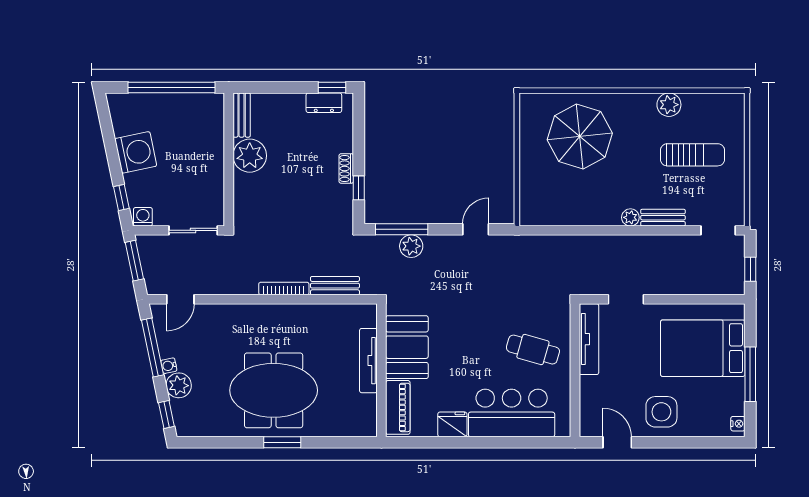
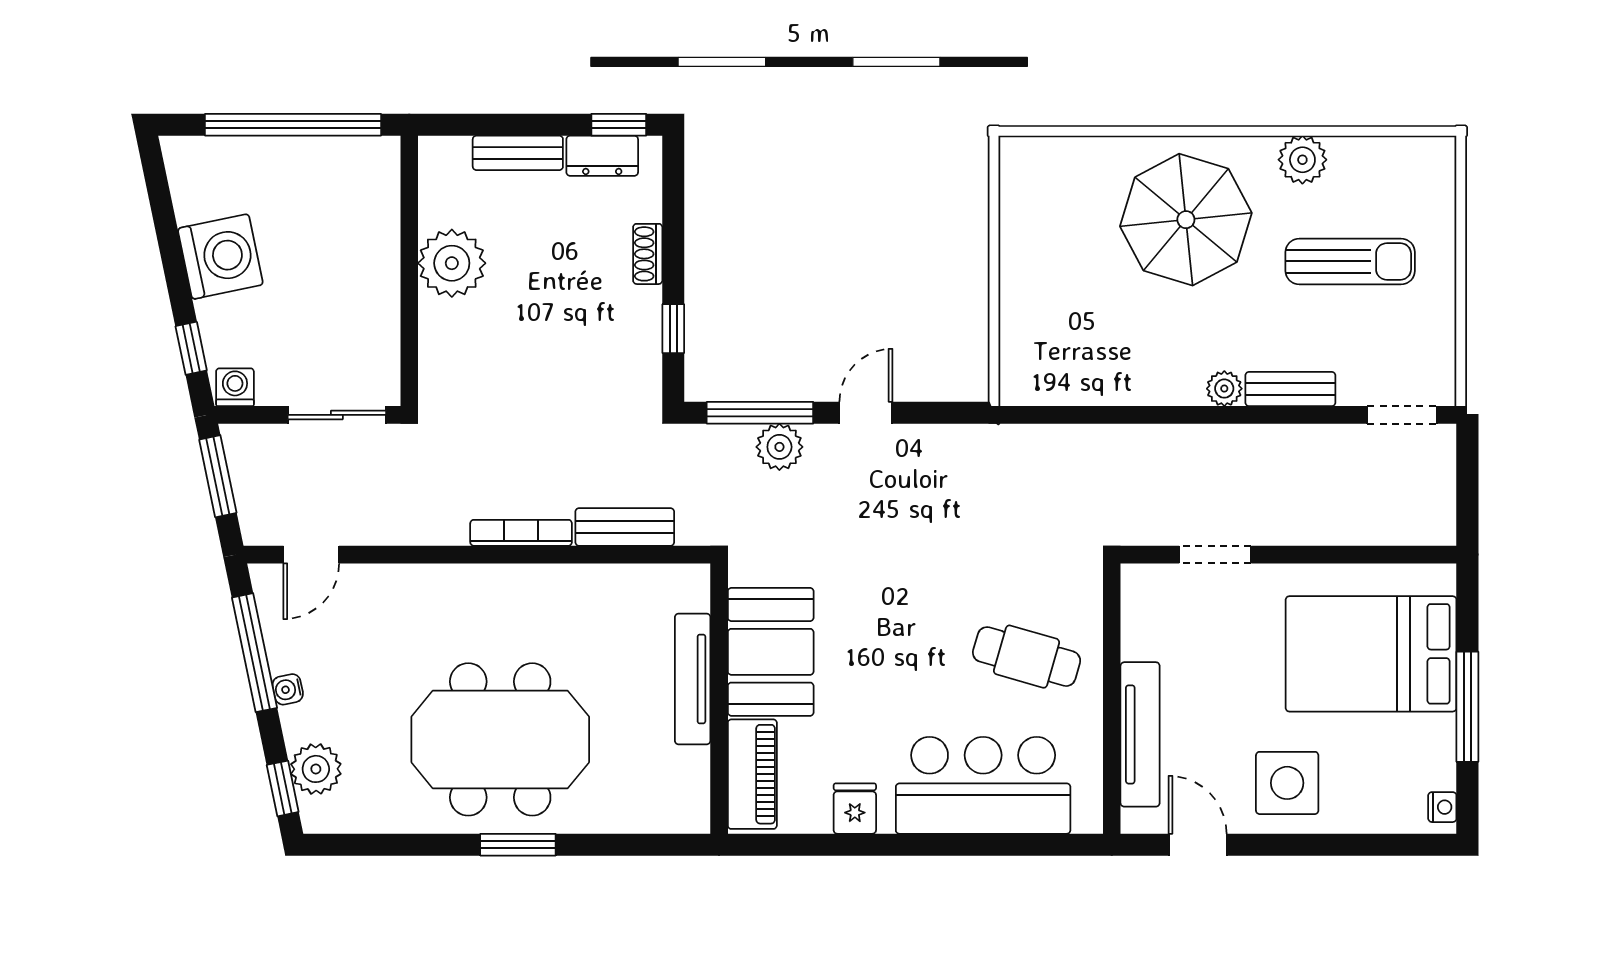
bench: (242, 115) -> (518, 153), moved, turned 90
parasol: (580, 137) -> (1186, 220), moved
shoe rack: (346, 168) -> (648, 254), moved
door: (476, 229) -> (866, 413), moved
window: (750, 269) -> (1467, 494), removed
tv unit: (589, 339) -> (1140, 734), moved
plant: (179, 385) -> (316, 769), moved
fridge: (452, 424) -> (855, 809), width x0.72

